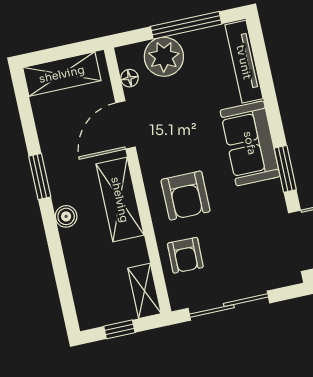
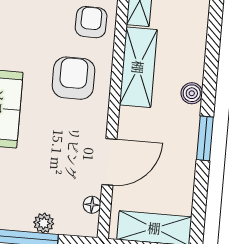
plant: (164, 57) -> (44, 223), width x0.53, depth x0.53
shelving: (120, 200) -> (138, 67), moved

